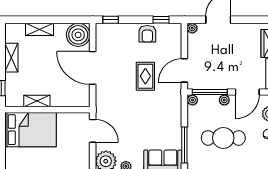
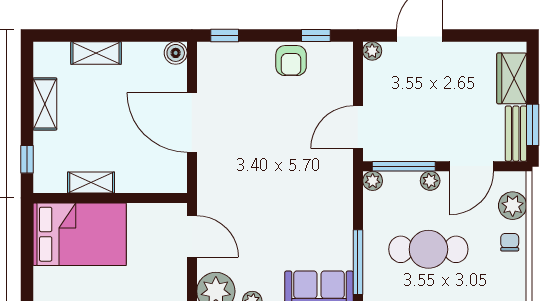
boiler: (78, 35) -> (176, 53), width x0.54, depth x0.54
rug: (145, 76) -> (287, 138), removed

